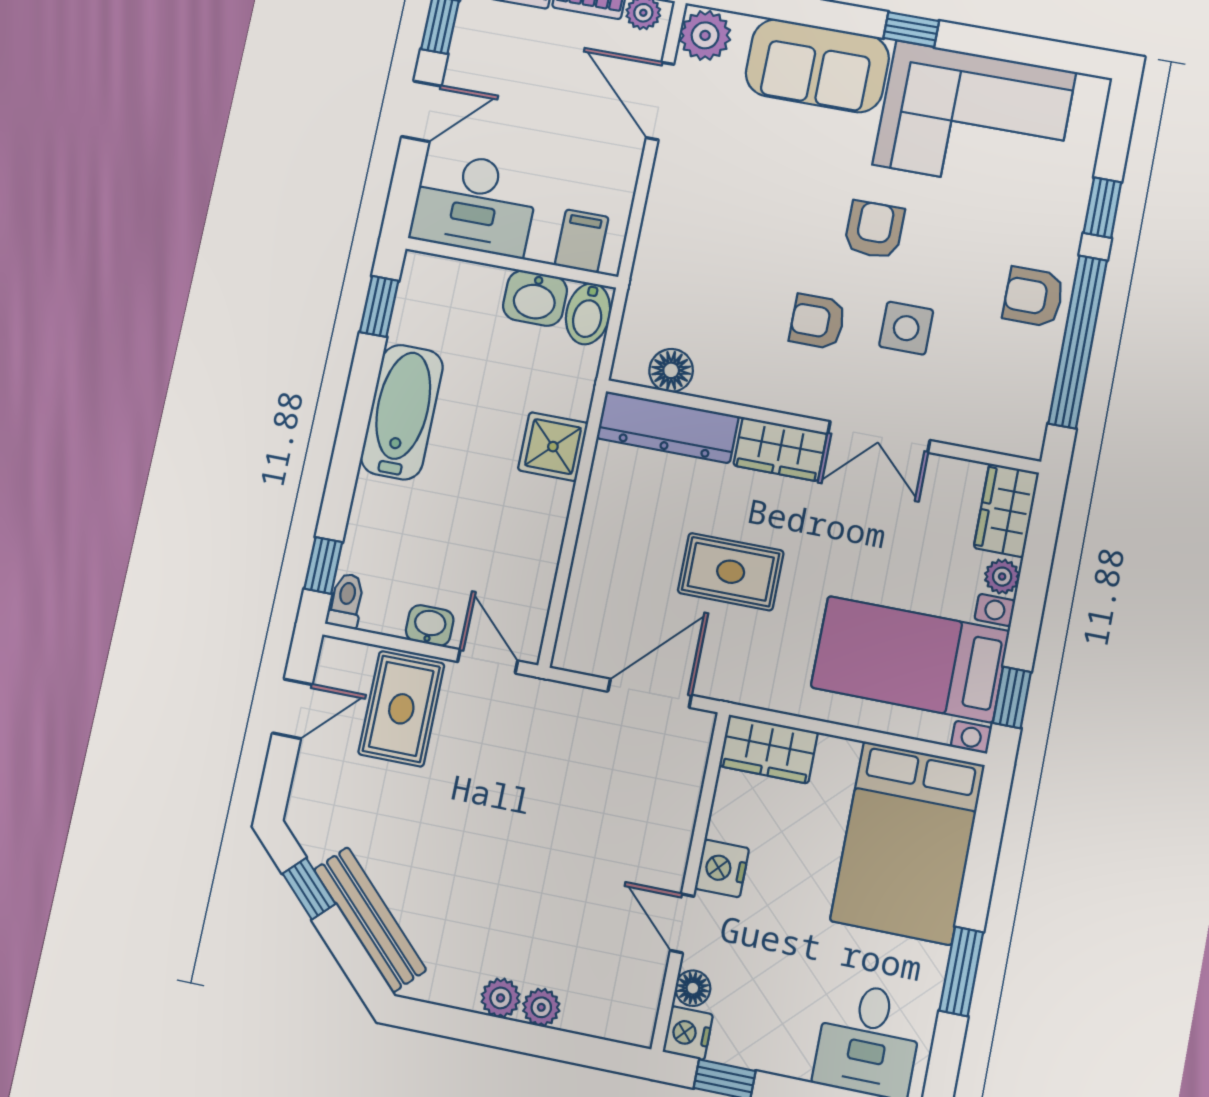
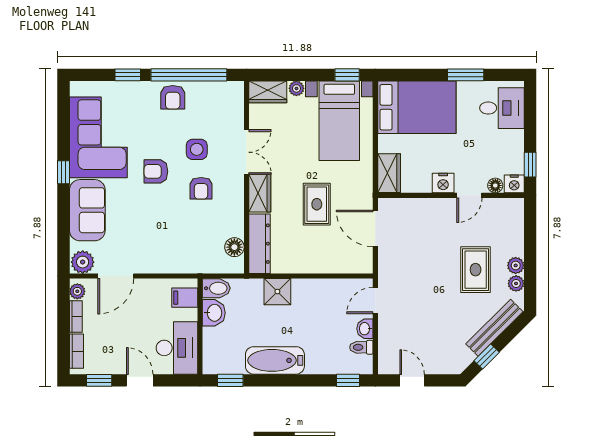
toilet: (346, 601) -> (361, 347), moved
rug: (401, 709) -> (476, 270), moved, turned 90
plant: (541, 1007) -> (516, 283), moved

